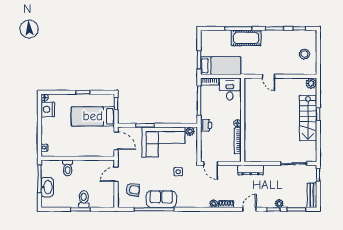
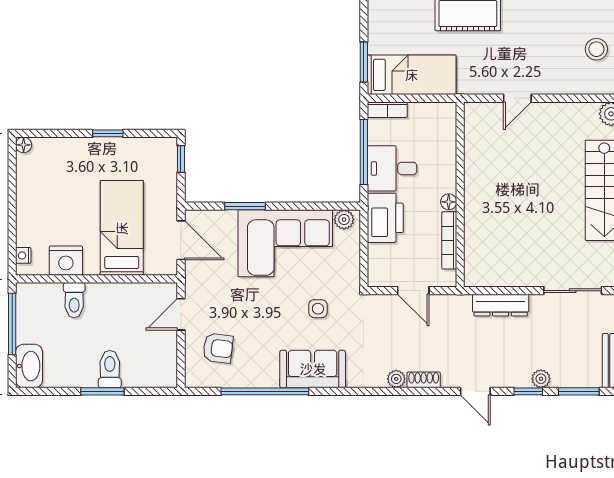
door: (269, 76) -> (517, 98), hinge flipped
desk: (230, 89) -> (392, 168), moved, turned -90
nightstand: (48, 109) -> (66, 261), moved, turned -90
bed: (93, 116) -> (122, 228), moved, turned 90
printer: (206, 125) -> (385, 218), width x1.87, depth x1.48
door: (211, 164) -> (413, 291), moved
dresser: (251, 170) -> (501, 305), moved
washbasin: (47, 187) -> (29, 366), moved
sofa: (161, 199) -> (313, 369), moved
door: (249, 209) -> (475, 391), swing flipped

